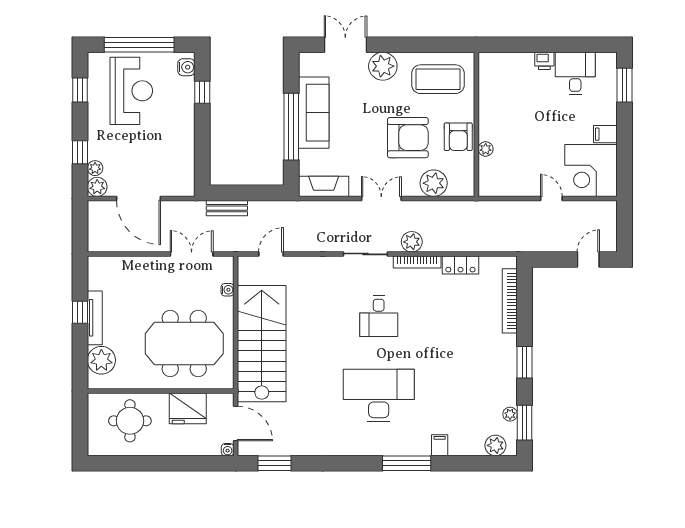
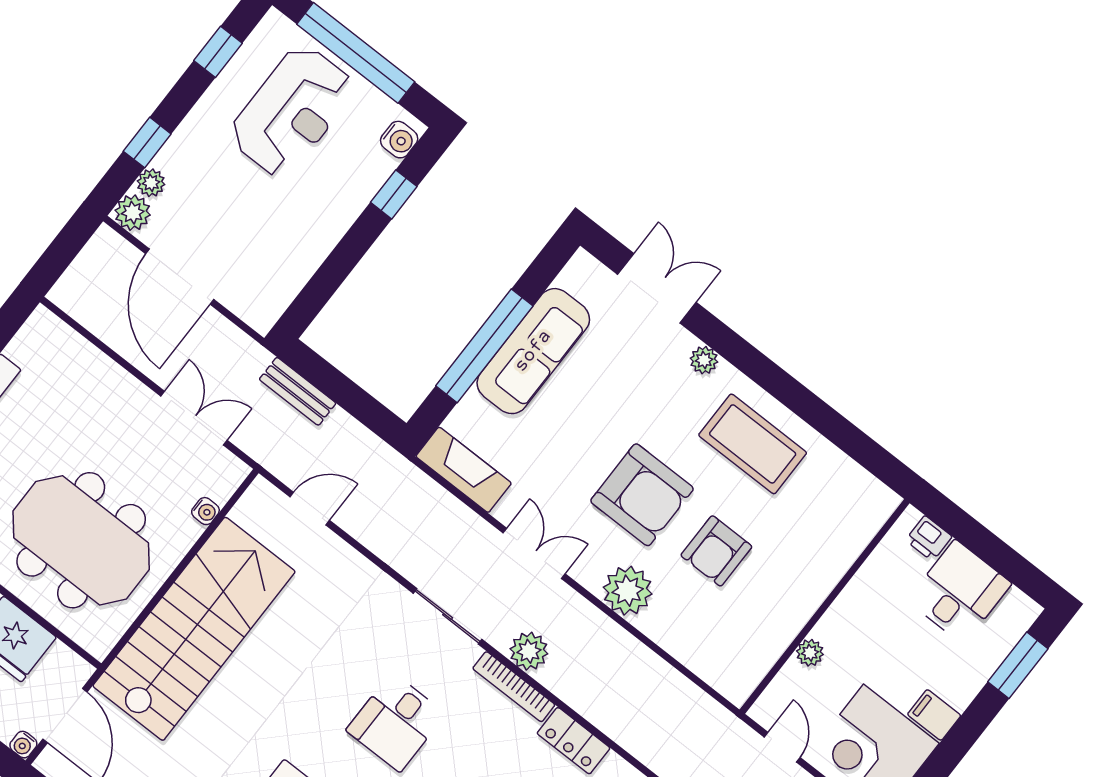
plant: (383, 66) -> (704, 360), width x0.53, depth x0.53
wall: (476, 124) -> (825, 606), moved
plant: (486, 149) -> (810, 653), moved

